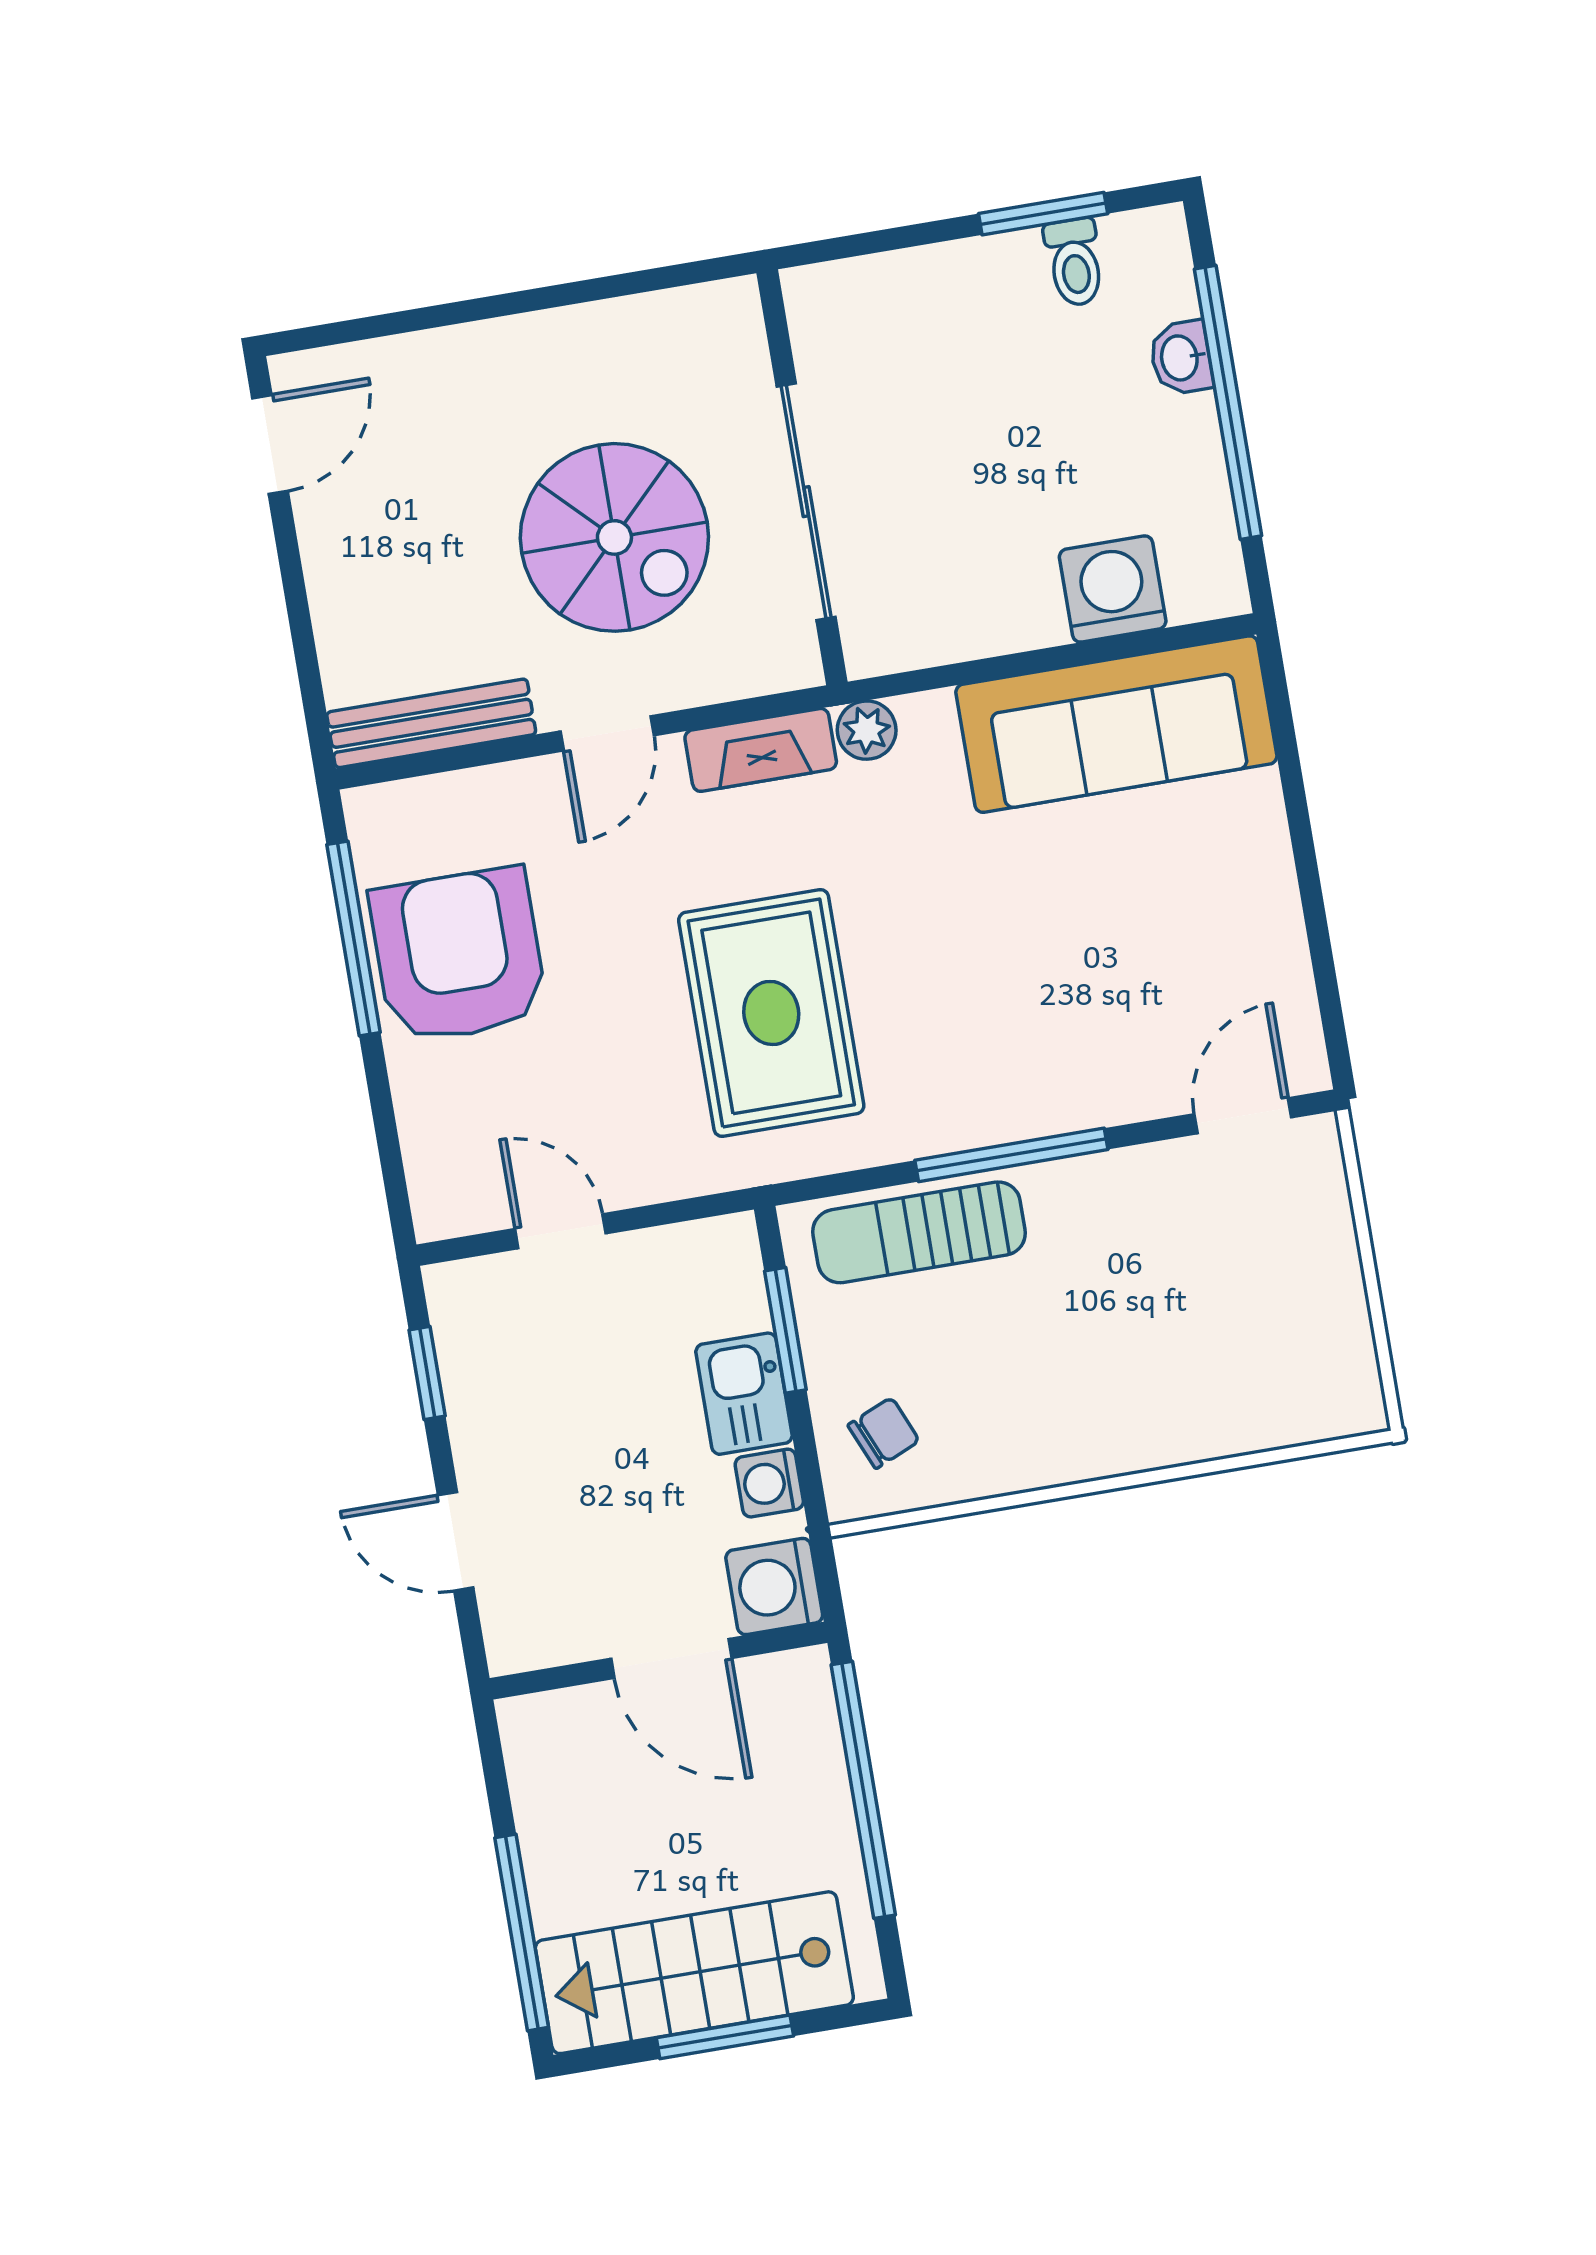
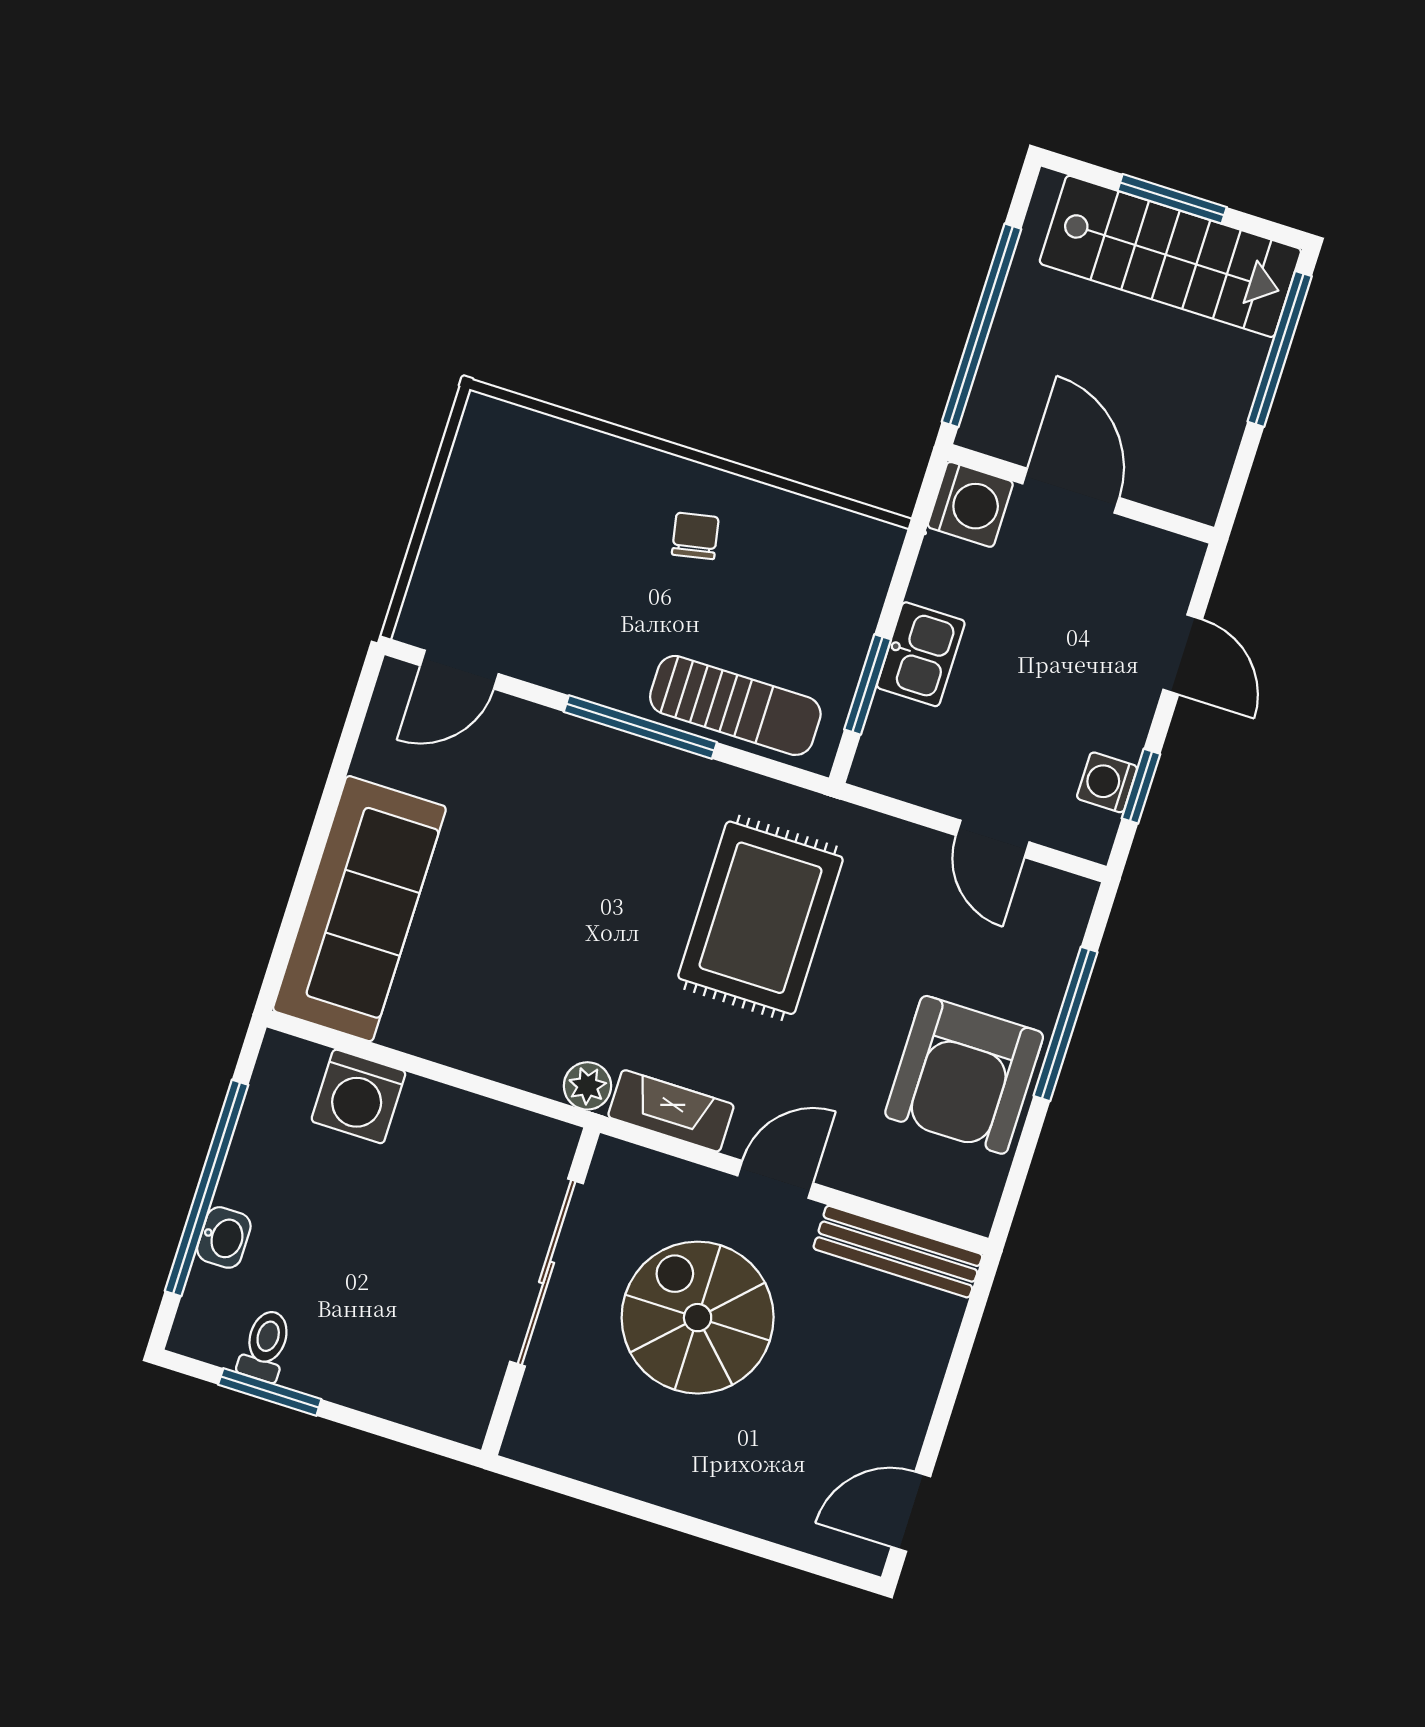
sofa: (1116, 724) -> (359, 909), moved, turned 90
window: (354, 939) -> (1066, 1024), moved
chair: (884, 1433) -> (695, 536), moved, turned 102
washing machine: (769, 1483) -> (1107, 782), moved, turned 180

